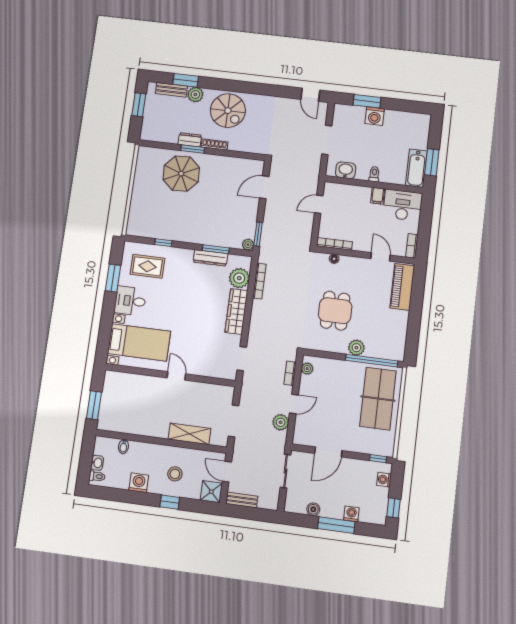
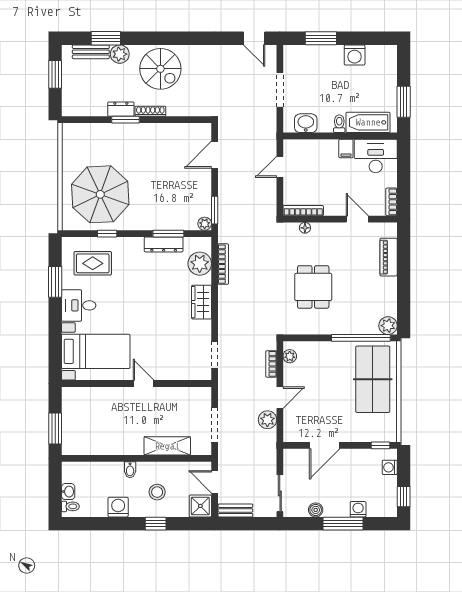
washing machine: (375, 116) -> (355, 55), moved
bathtub: (416, 168) -> (368, 122), moved, turned 90
parasol: (181, 174) -> (100, 194), moved, width x1.36, depth x1.36
piano: (402, 287) -> (389, 257), width x0.73, depth x0.75
wardrobe: (236, 311) -> (202, 302), width x0.67
plant: (356, 348) -> (388, 326), moved
bidet: (124, 447) -> (130, 470), moved
sliding door: (286, 471) -> (280, 493), moved

